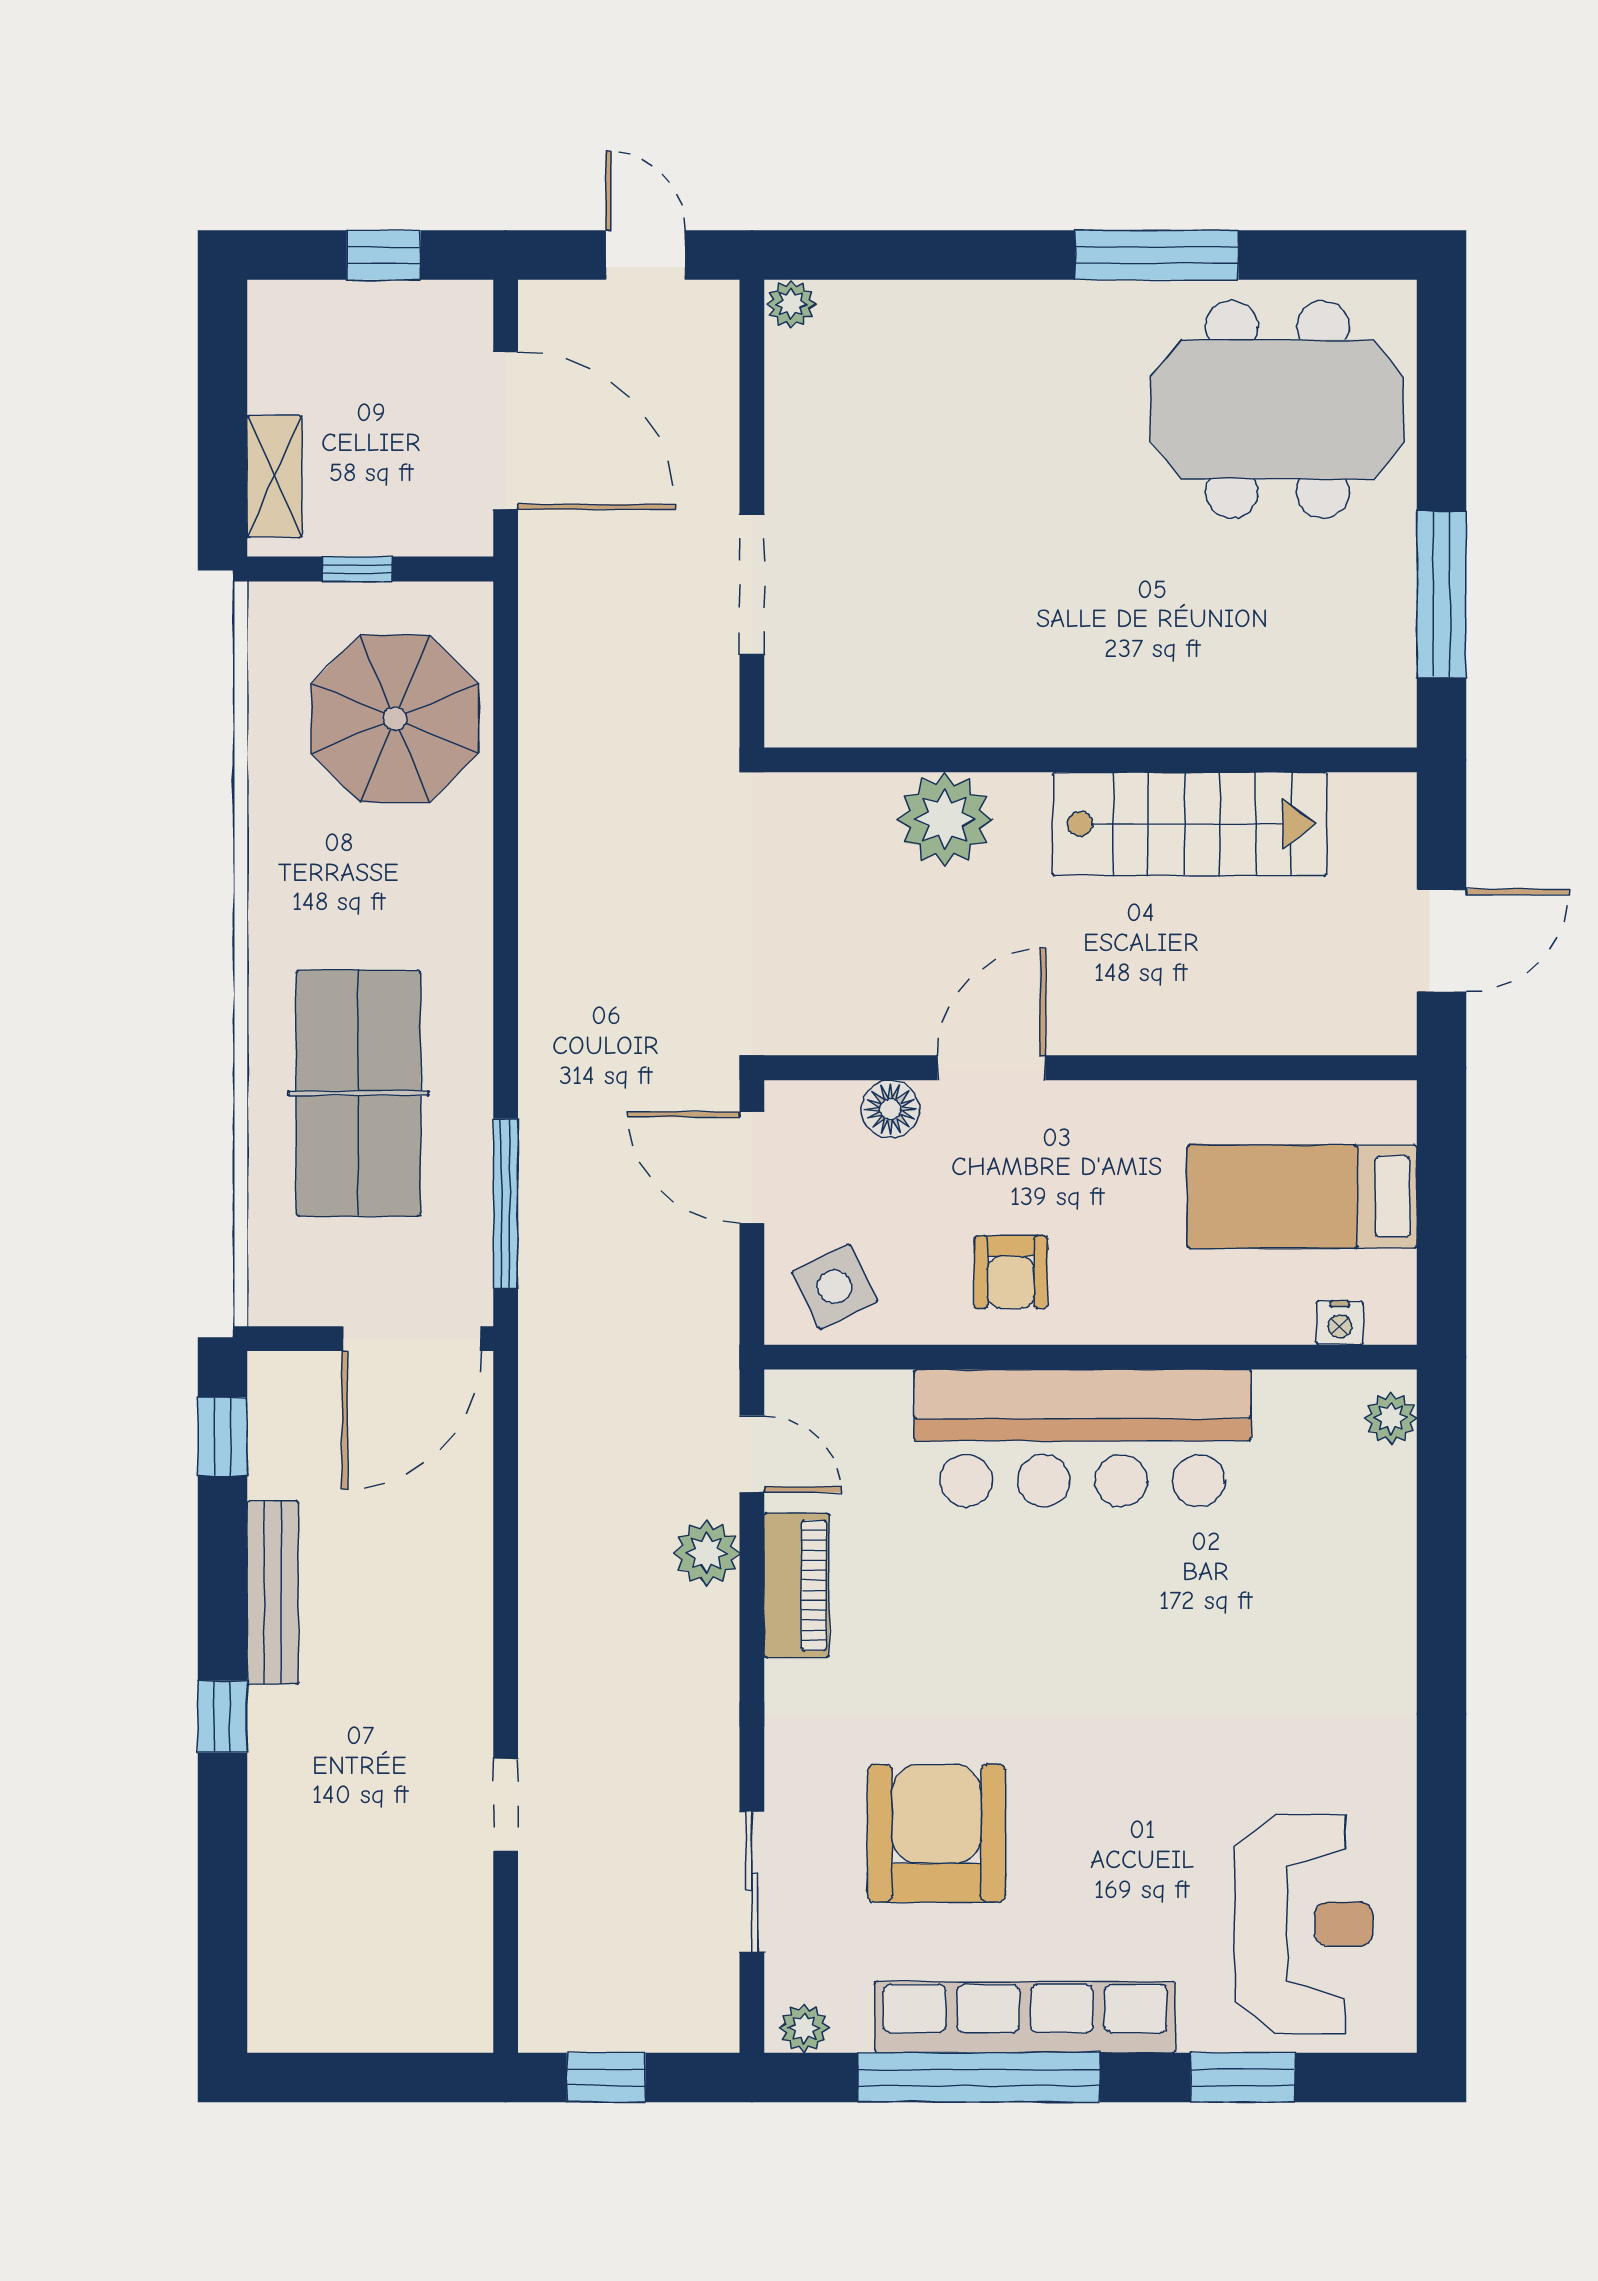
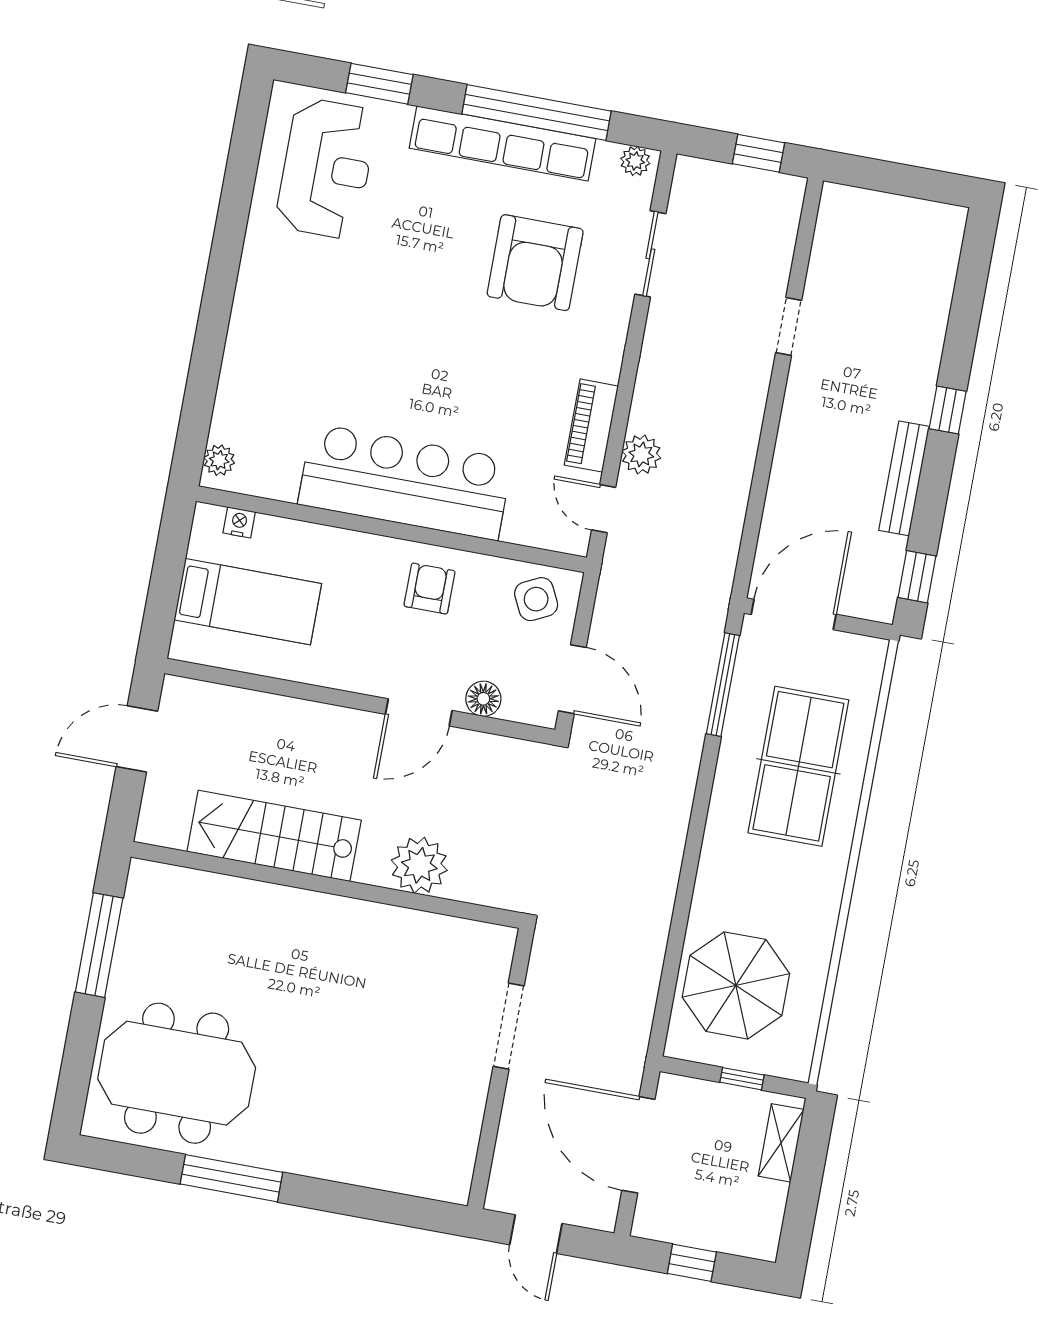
plant: (791, 304) -> (455, 1189), removed
reception desk: (1304, 1924) -> (326, 168), turned 180

